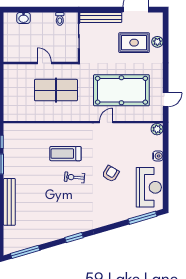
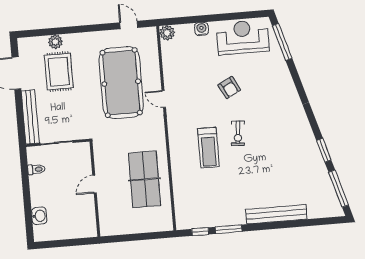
table tennis table: (56, 90) -> (144, 179), moved
armchair: (111, 174) -> (229, 88), turned -149
window: (74, 238) -> (324, 150), moved

